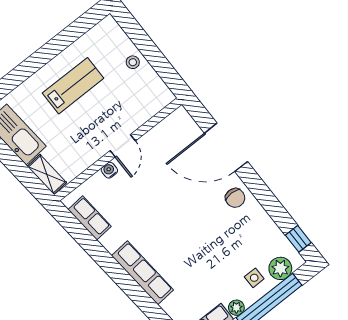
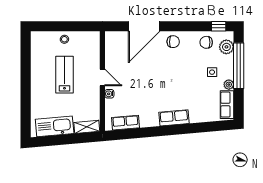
lab bench: (73, 86) -> (64, 75), moved
chair: (266, 239) -> (206, 42), added
row of seats: (142, 273) -> (174, 118), width x0.68
side table: (254, 278) -> (212, 72), moved

